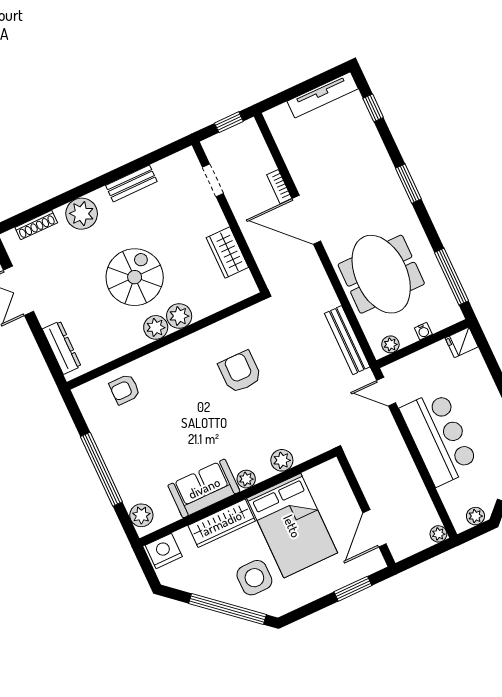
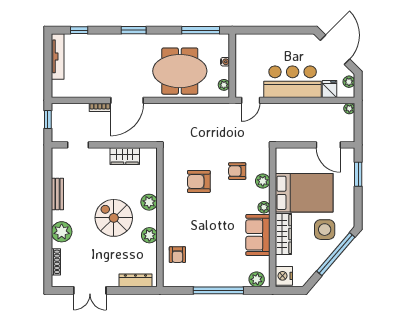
plant: (156, 327) -> (149, 235), moved
bench: (347, 340) -> (209, 109), removed
fridge: (462, 342) -> (330, 89), moved, turned 180
armchair: (279, 418) -> (237, 171), added

